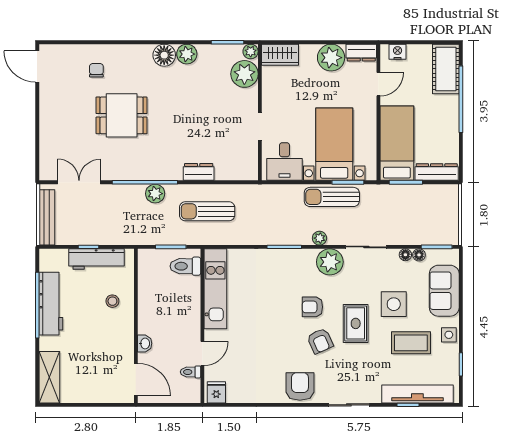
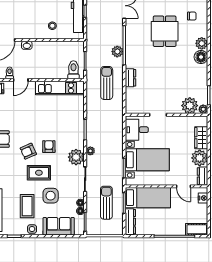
plant: (187, 54) -> (202, 43), moved
wardrobe: (280, 55) -> (201, 138), moved
cot: (446, 69) -> (197, 229), width x0.73, depth x0.75
sun lounger: (332, 197) -> (106, 203), moved
door: (202, 353) -> (21, 80), hinge flipped

